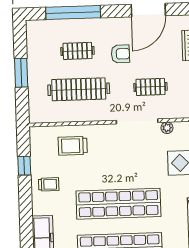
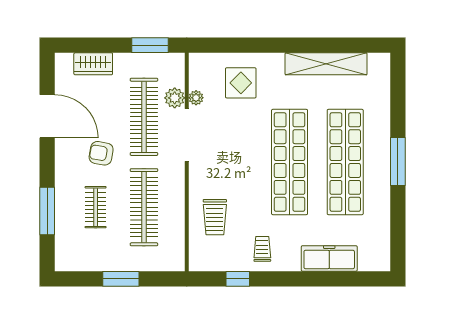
window: (73, 13) -> (47, 211), width x0.68
armchair: (120, 54) -> (101, 153), turned -80
clothes rail: (150, 87) -> (144, 117), width x1.86, depth x1.31
plant: (166, 111) -> (175, 98), added

